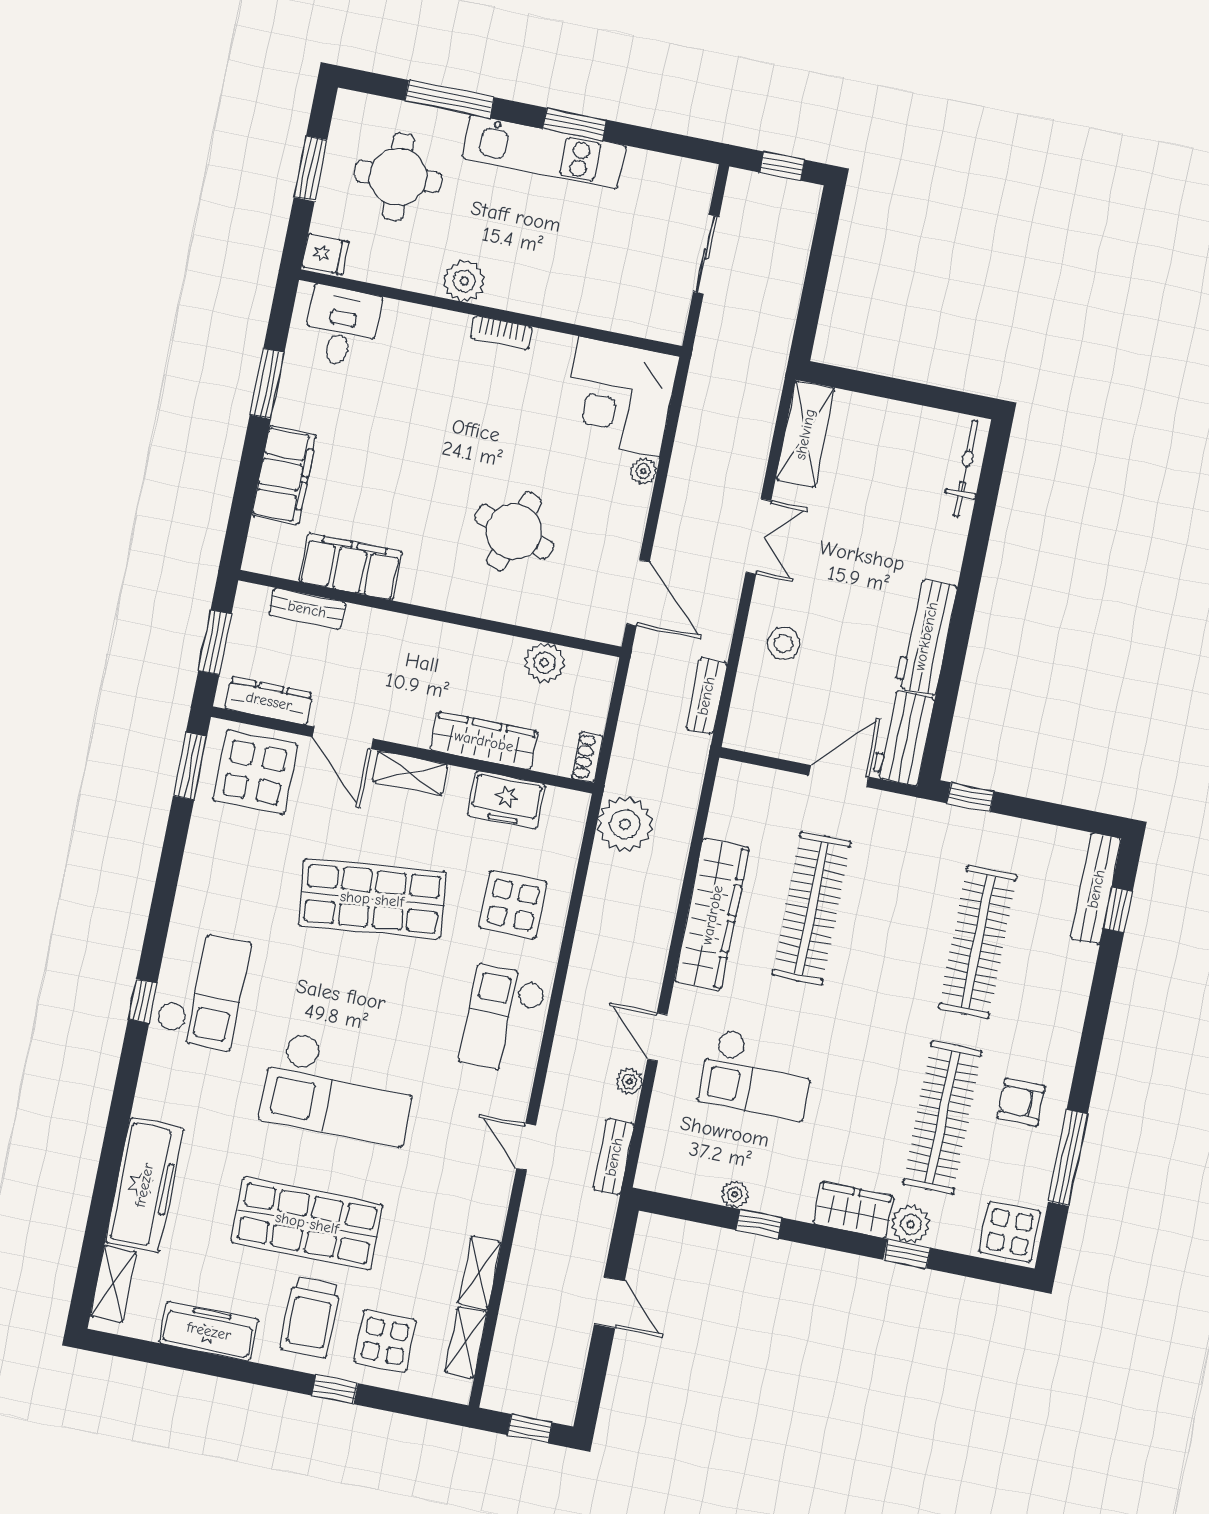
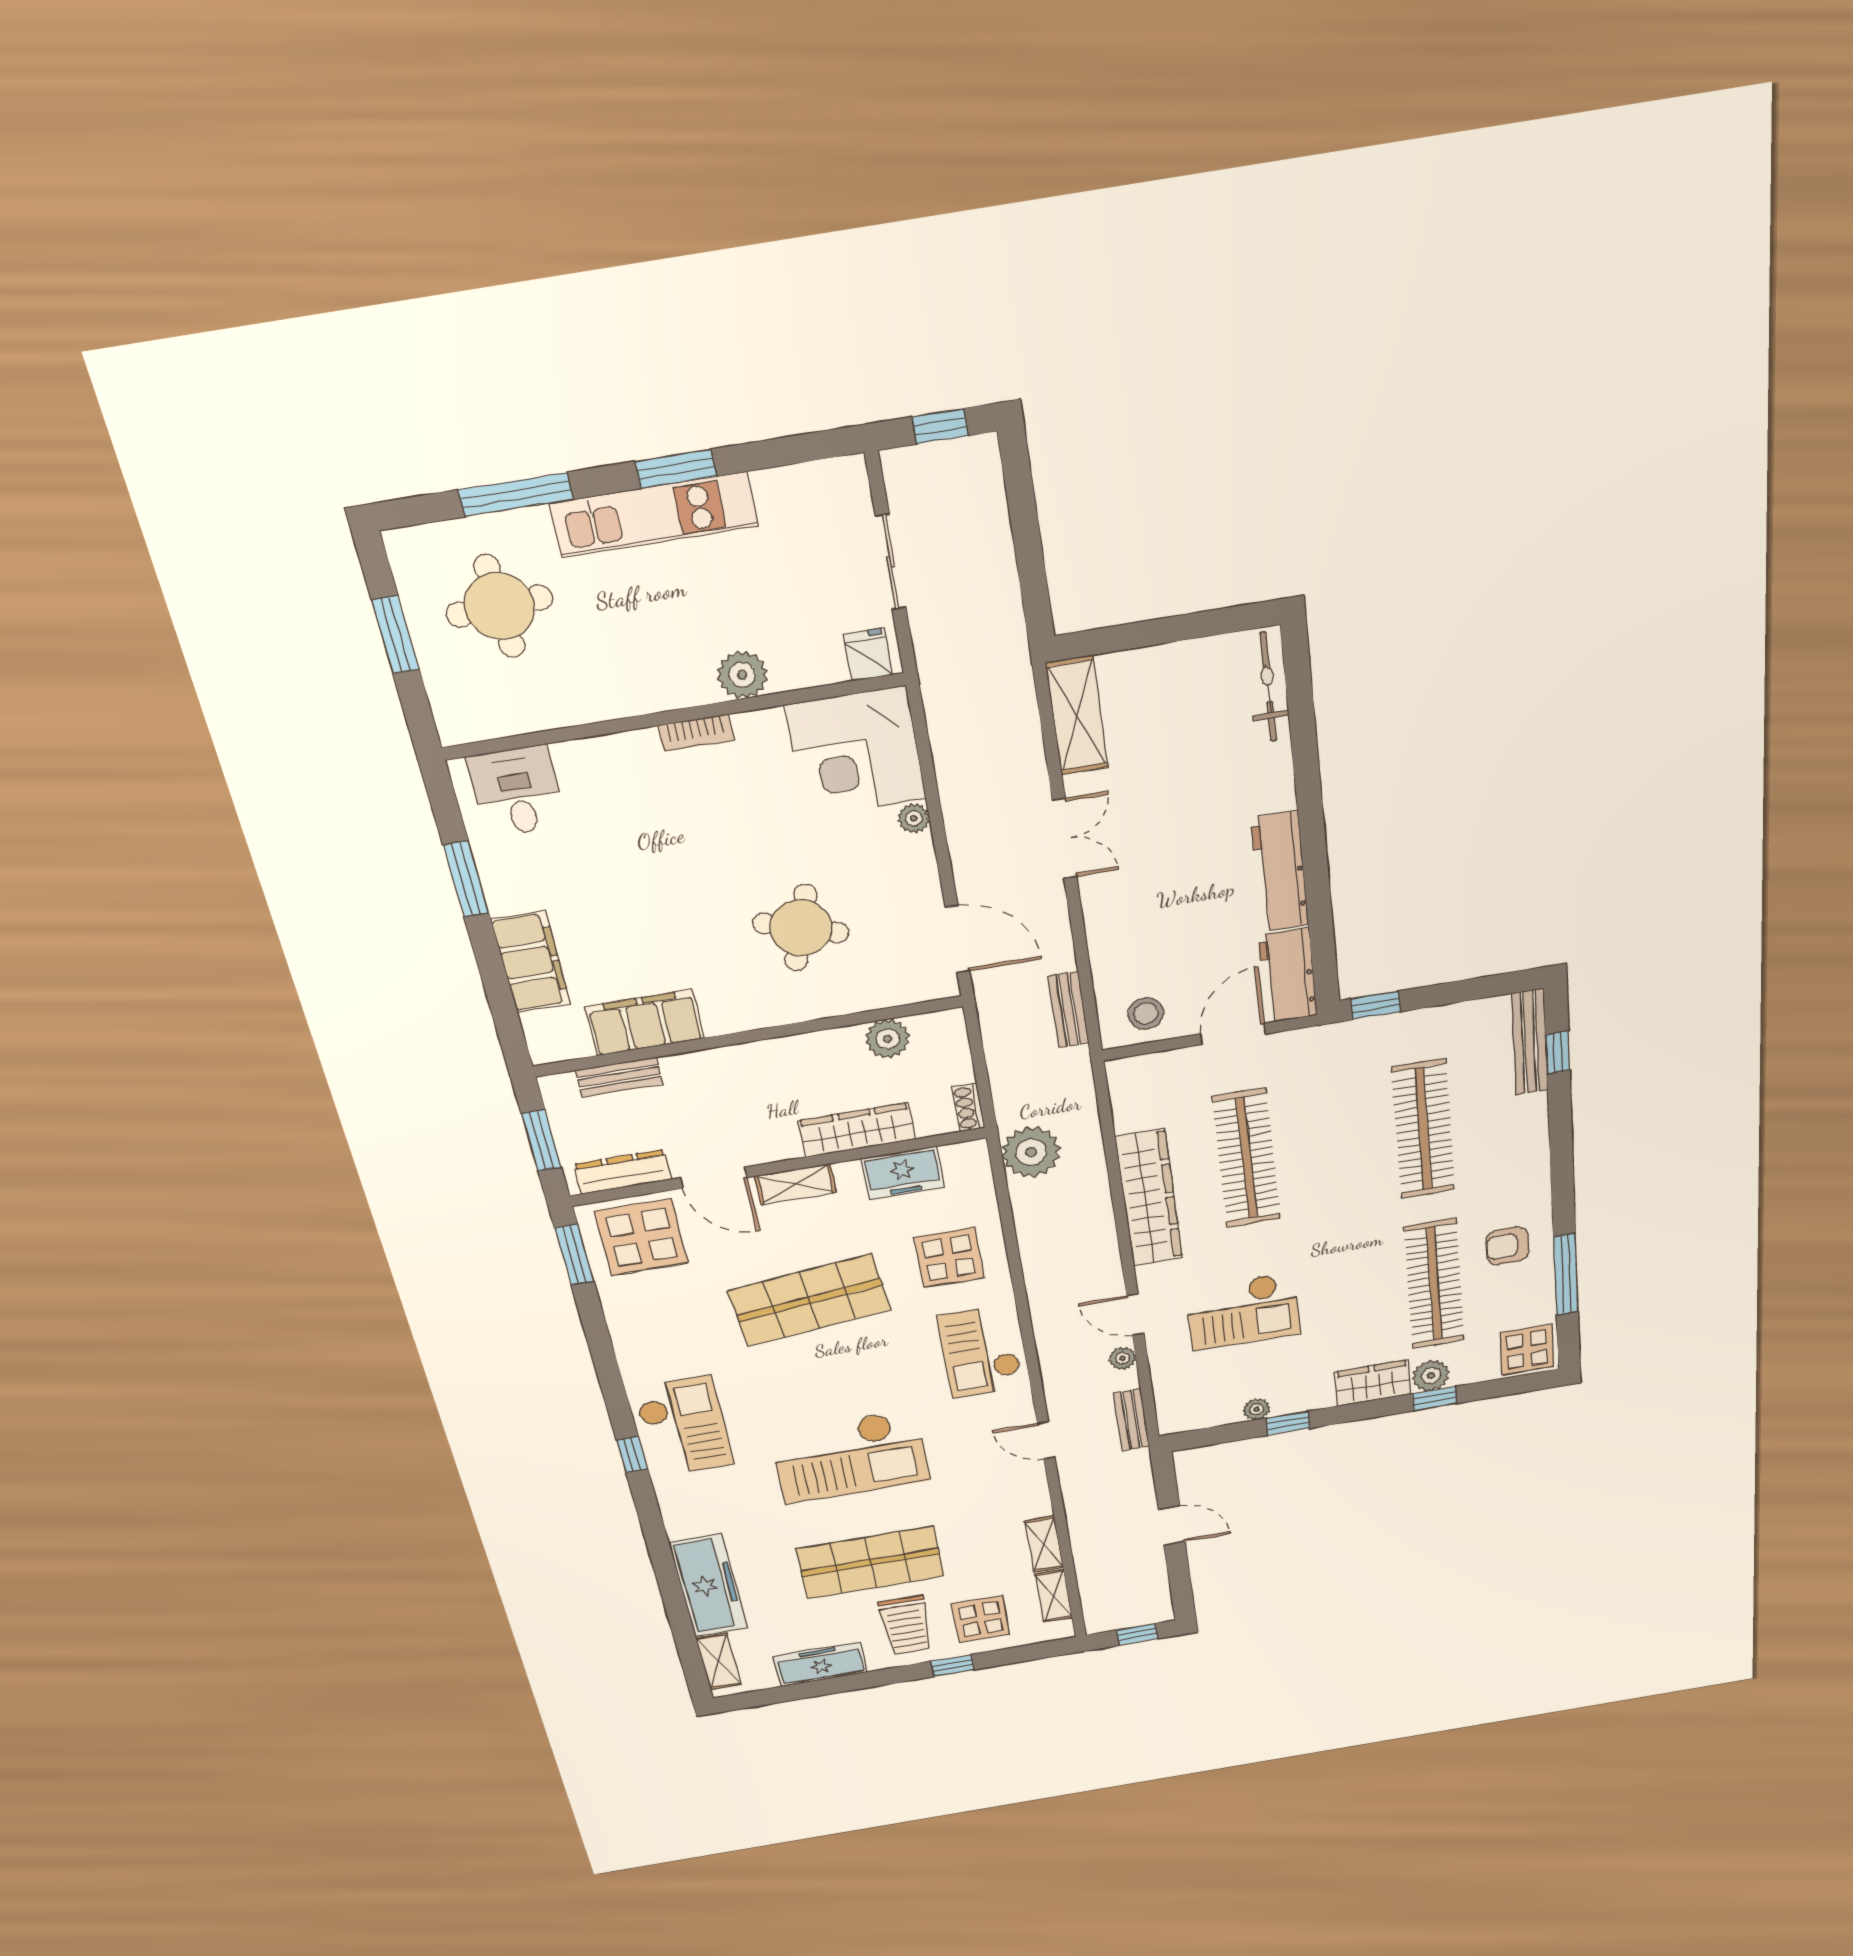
fridge: (325, 254) -> (868, 655), moved, turned -90
plant: (464, 281) -> (742, 675), moved
stool: (784, 644) -> (1146, 1013), moved

